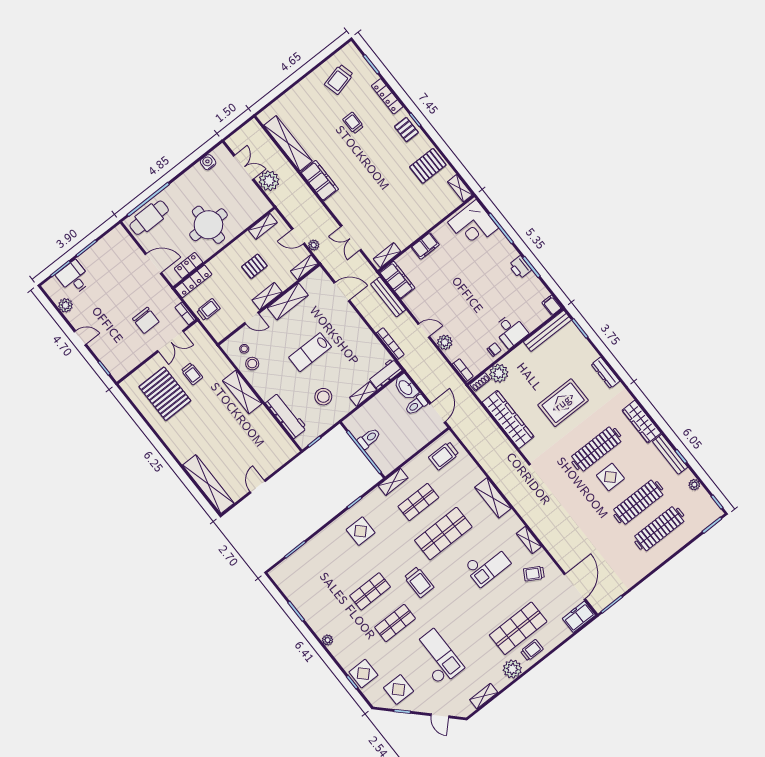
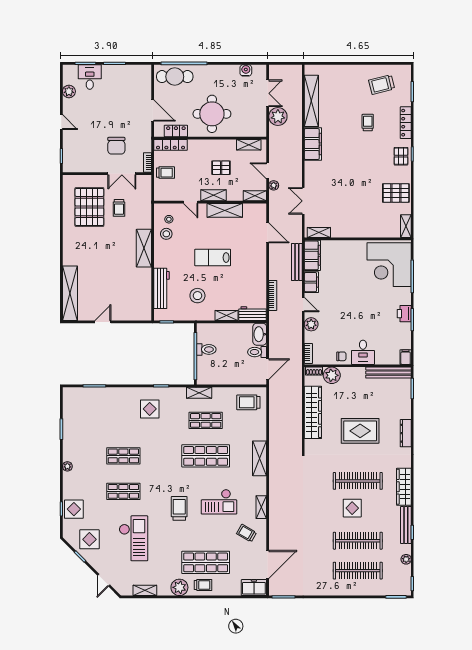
corner desk: (473, 225) -> (389, 265), width x1.36, depth x1.36
filing cabinet: (425, 246) -> (311, 282), moved, turned -90
trolley: (419, 582) -> (179, 508), moved, turned 180

